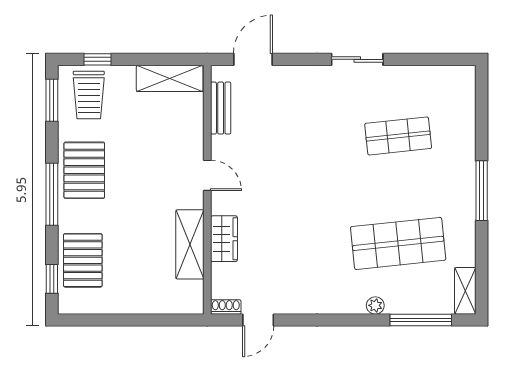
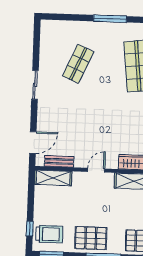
door: (253, 59) -> (33, 143), swing flipped
shelving: (170, 78) -> (53, 178), moved, turned 90
shop shelf: (398, 136) -> (78, 64), turned 30

